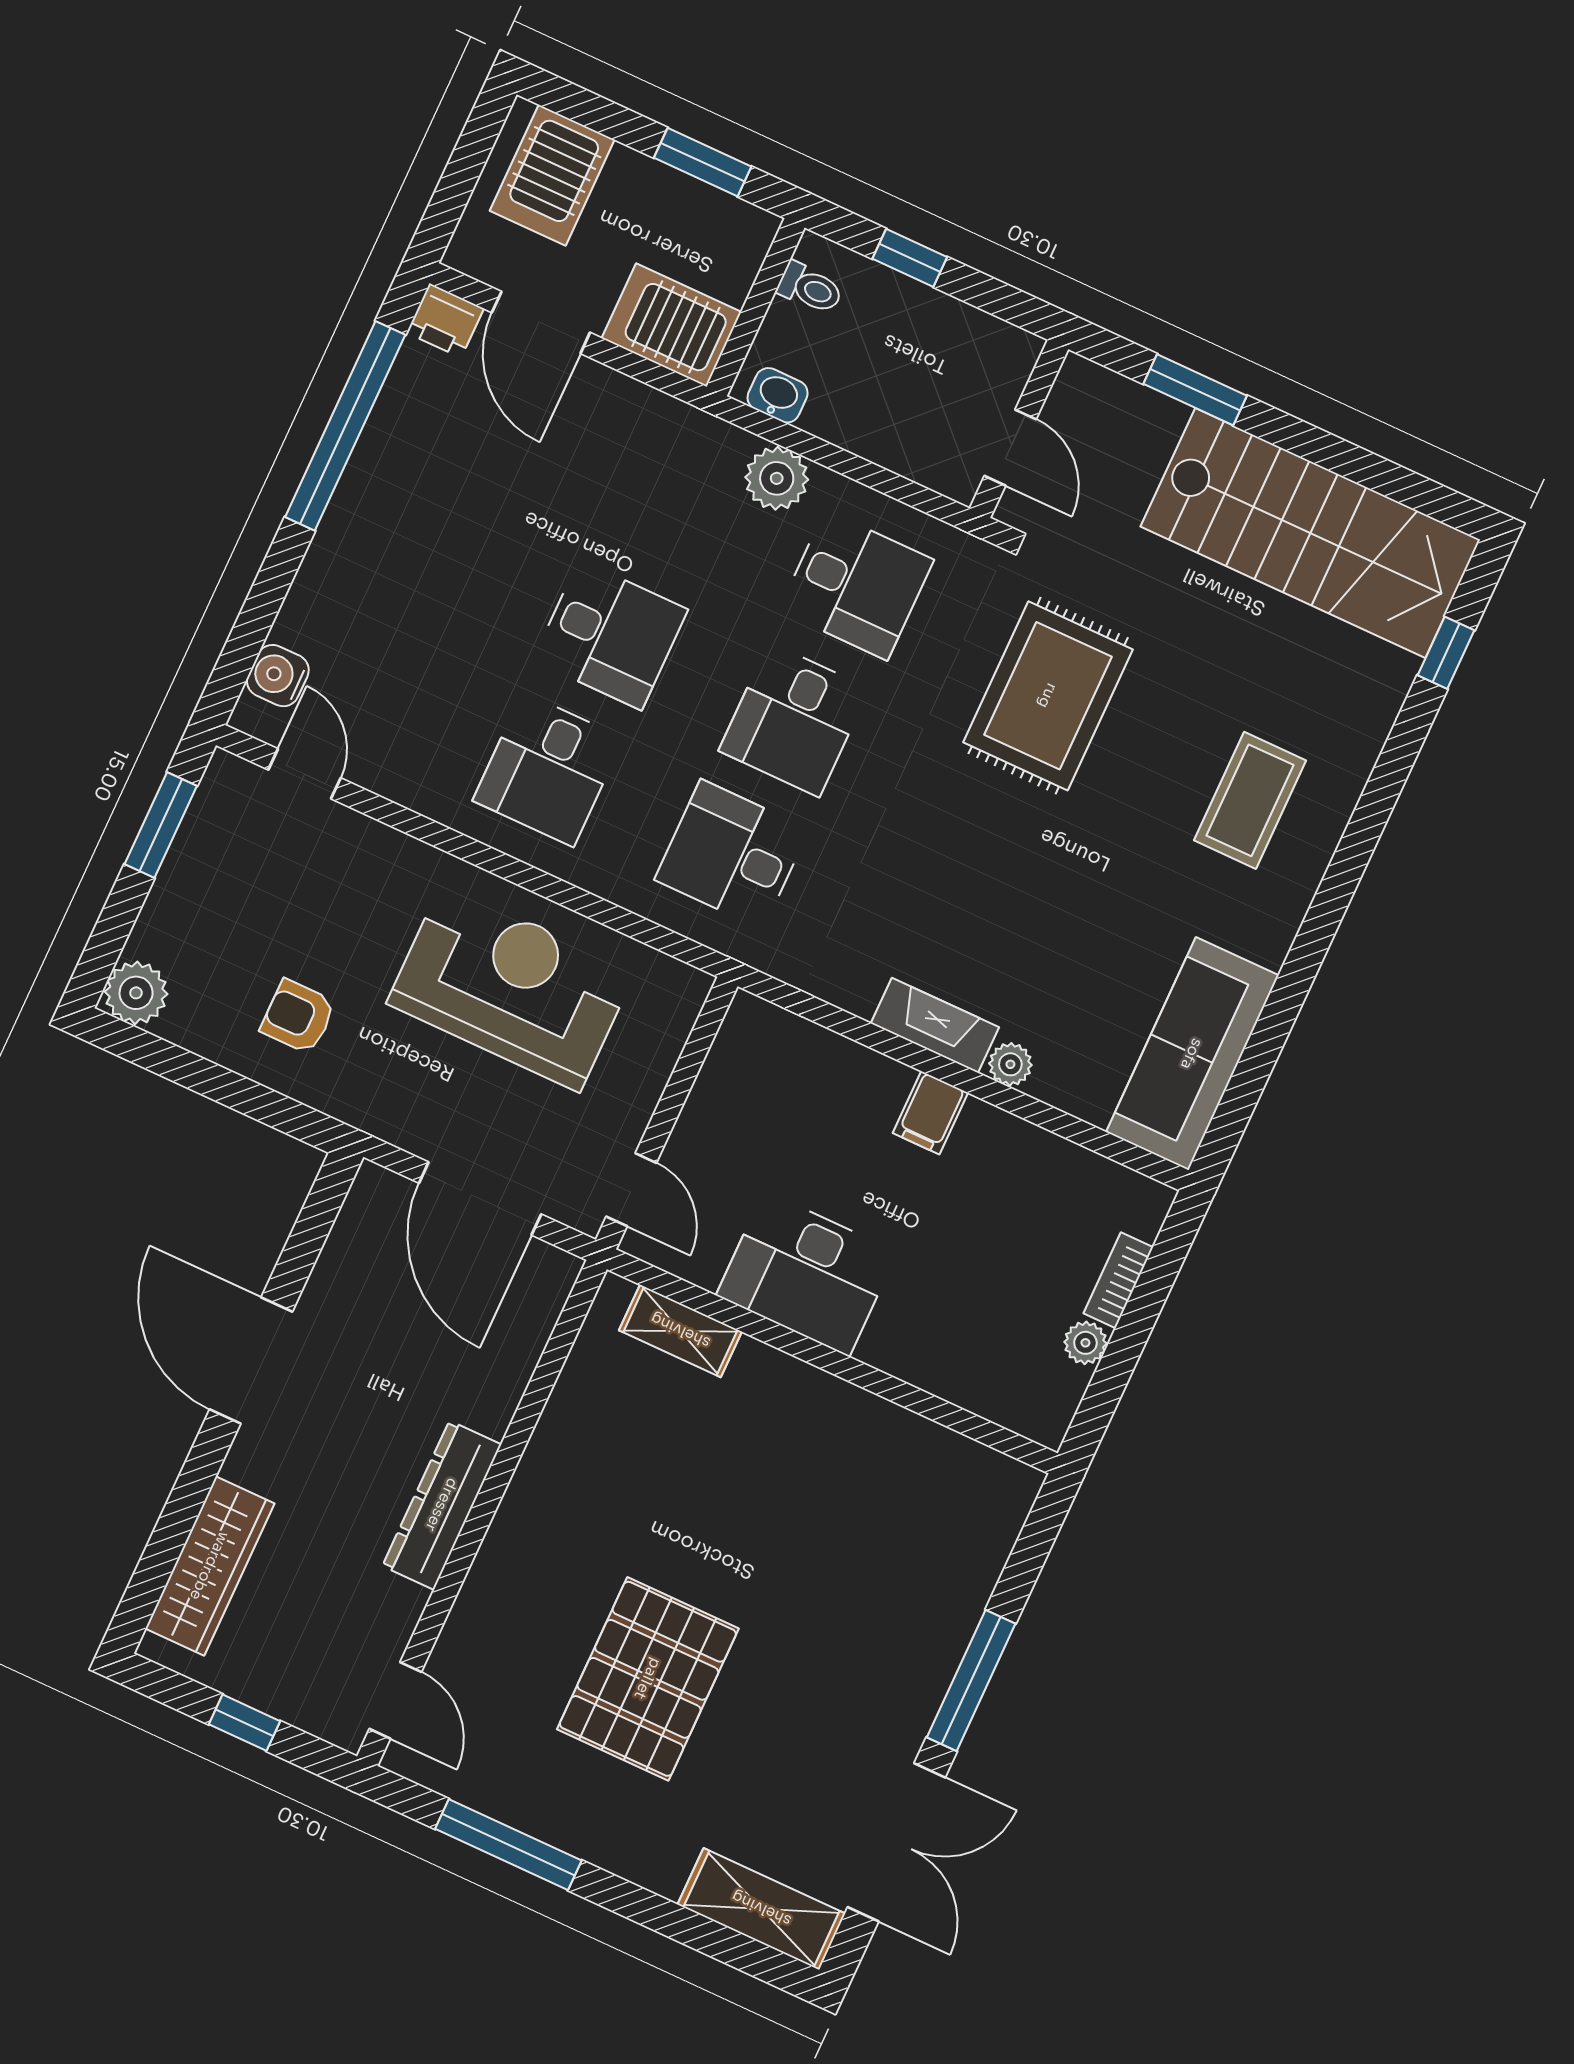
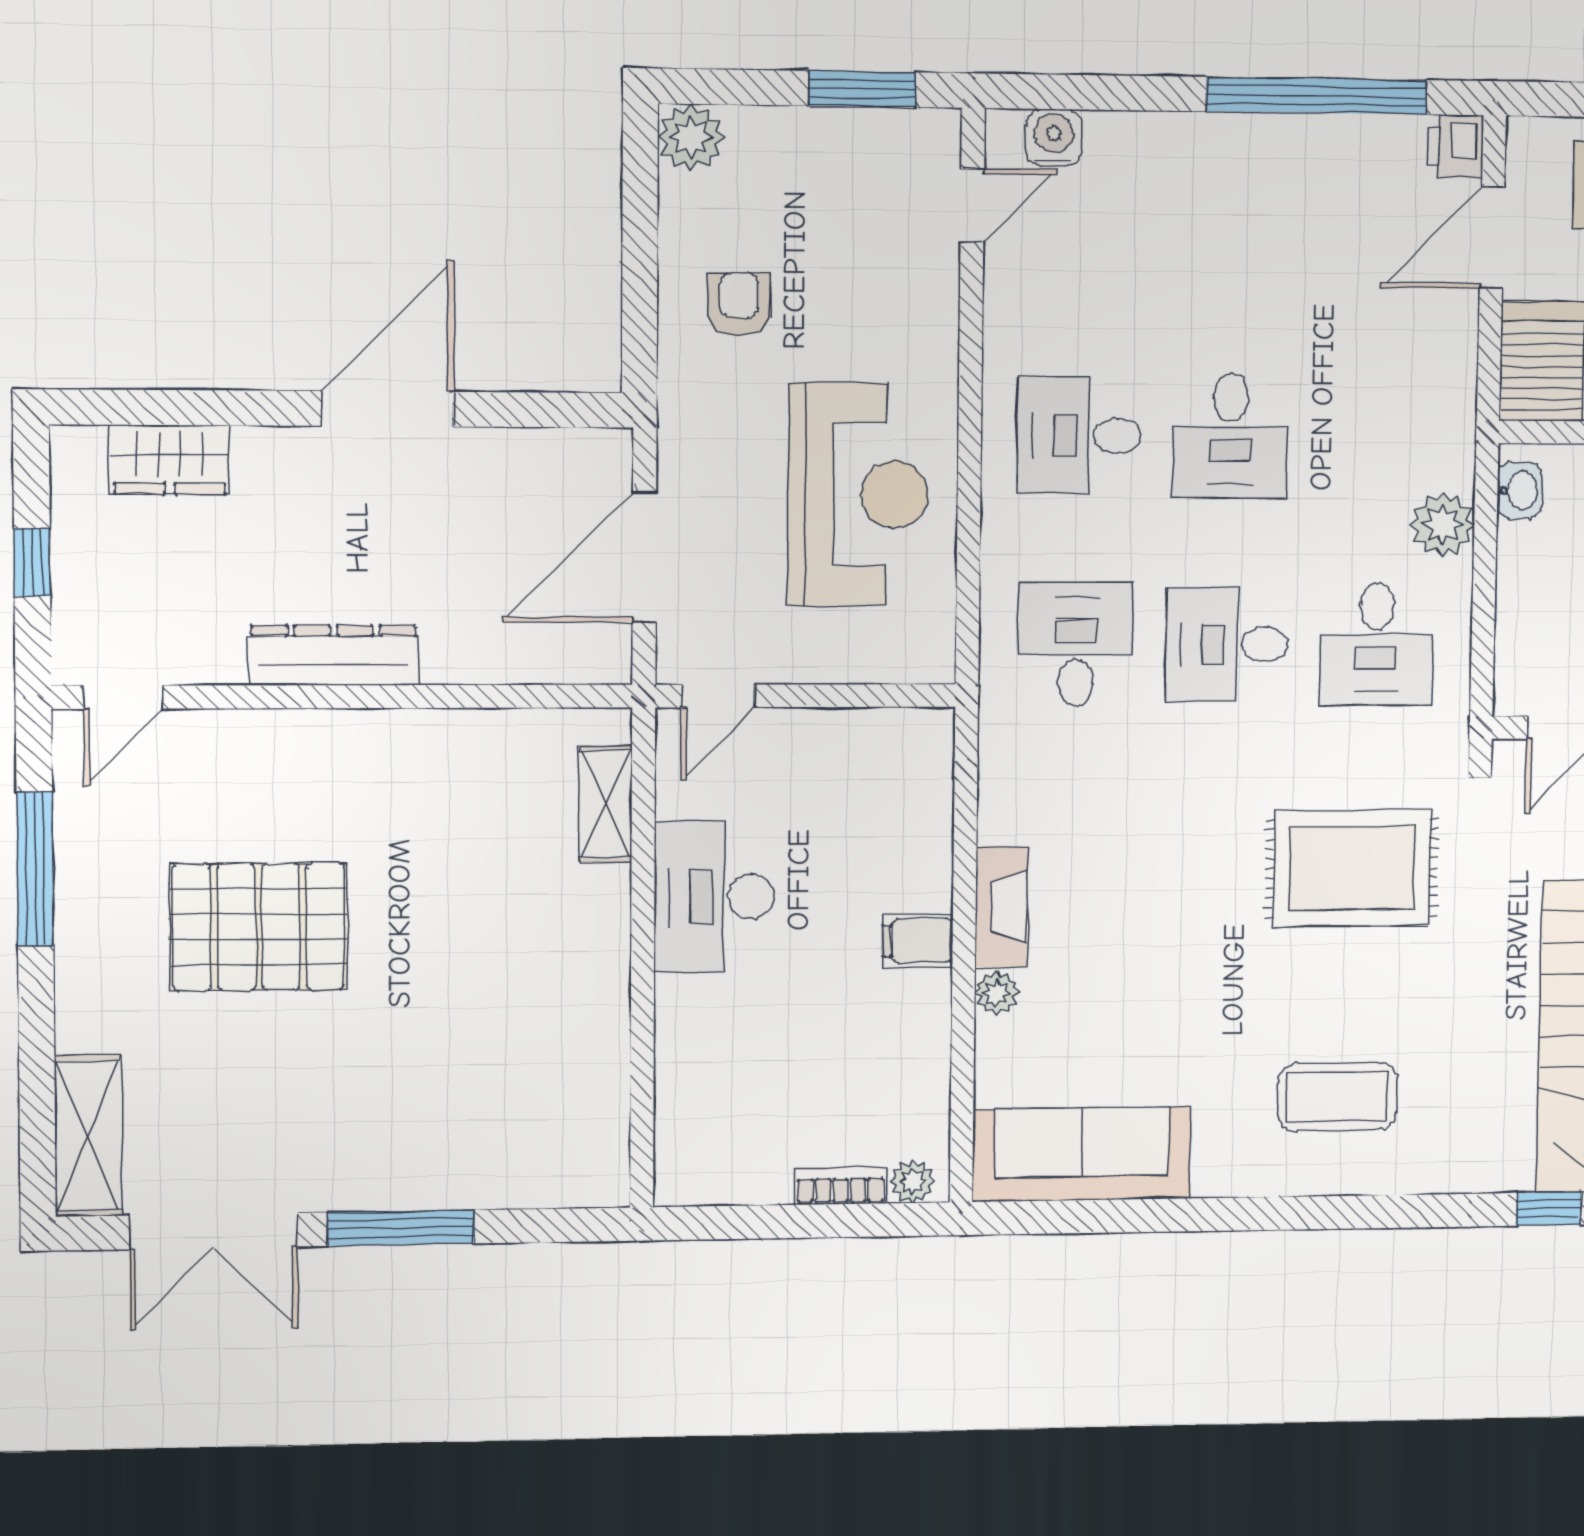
plant: (1085, 1343) -> (913, 1181), moved
wardrobe: (210, 1566) -> (169, 460), width x0.67

